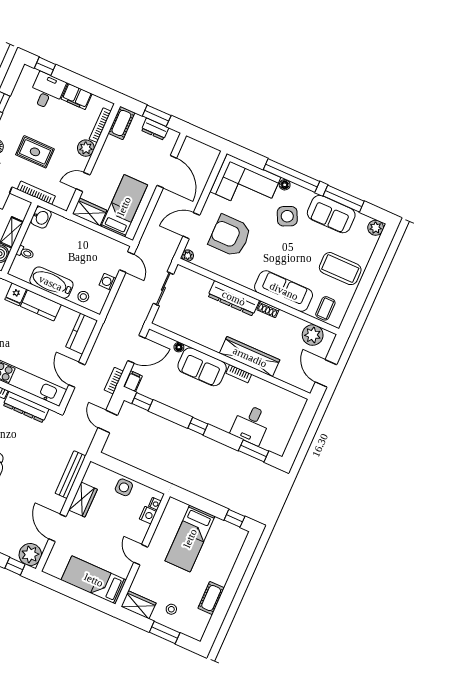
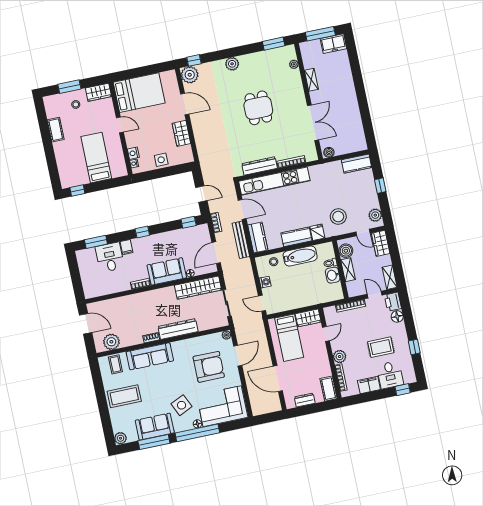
window: (157, 116) -> (310, 409), removed
rug: (35, 152) -> (381, 347), moved
washbasin: (41, 217) -> (333, 275), moved
wardrobe: (250, 357) -> (198, 288), moved
filing cabinet: (133, 381) -> (127, 247), moved
bench: (71, 475) -> (241, 240), moved
bed: (94, 580) -> (139, 93), width x1.50

